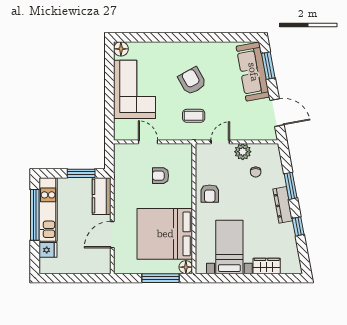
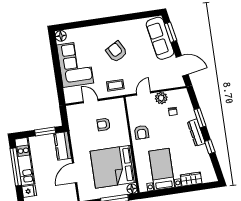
coffee table: (194, 116) -> (115, 85), moved

